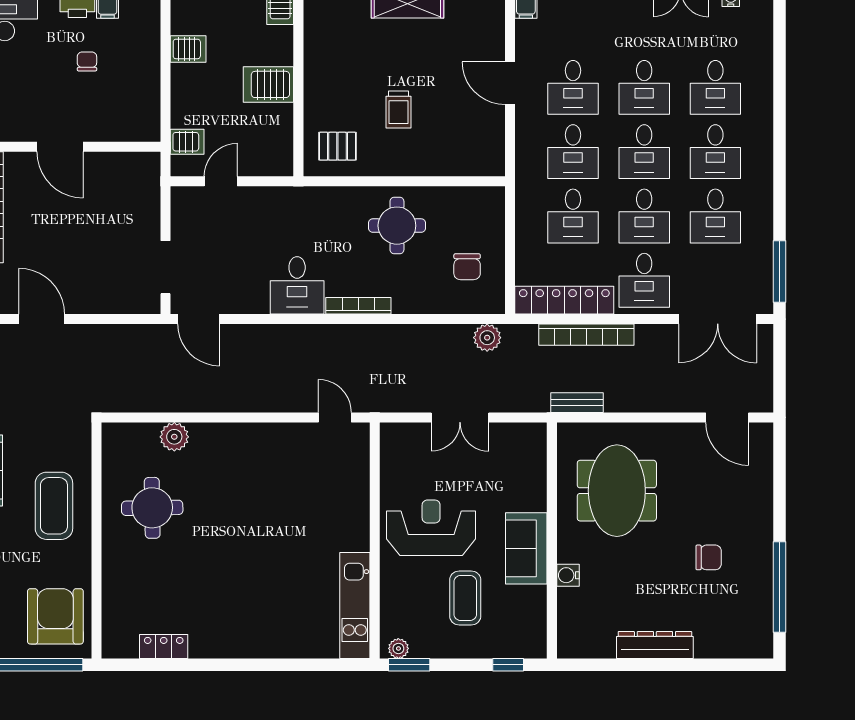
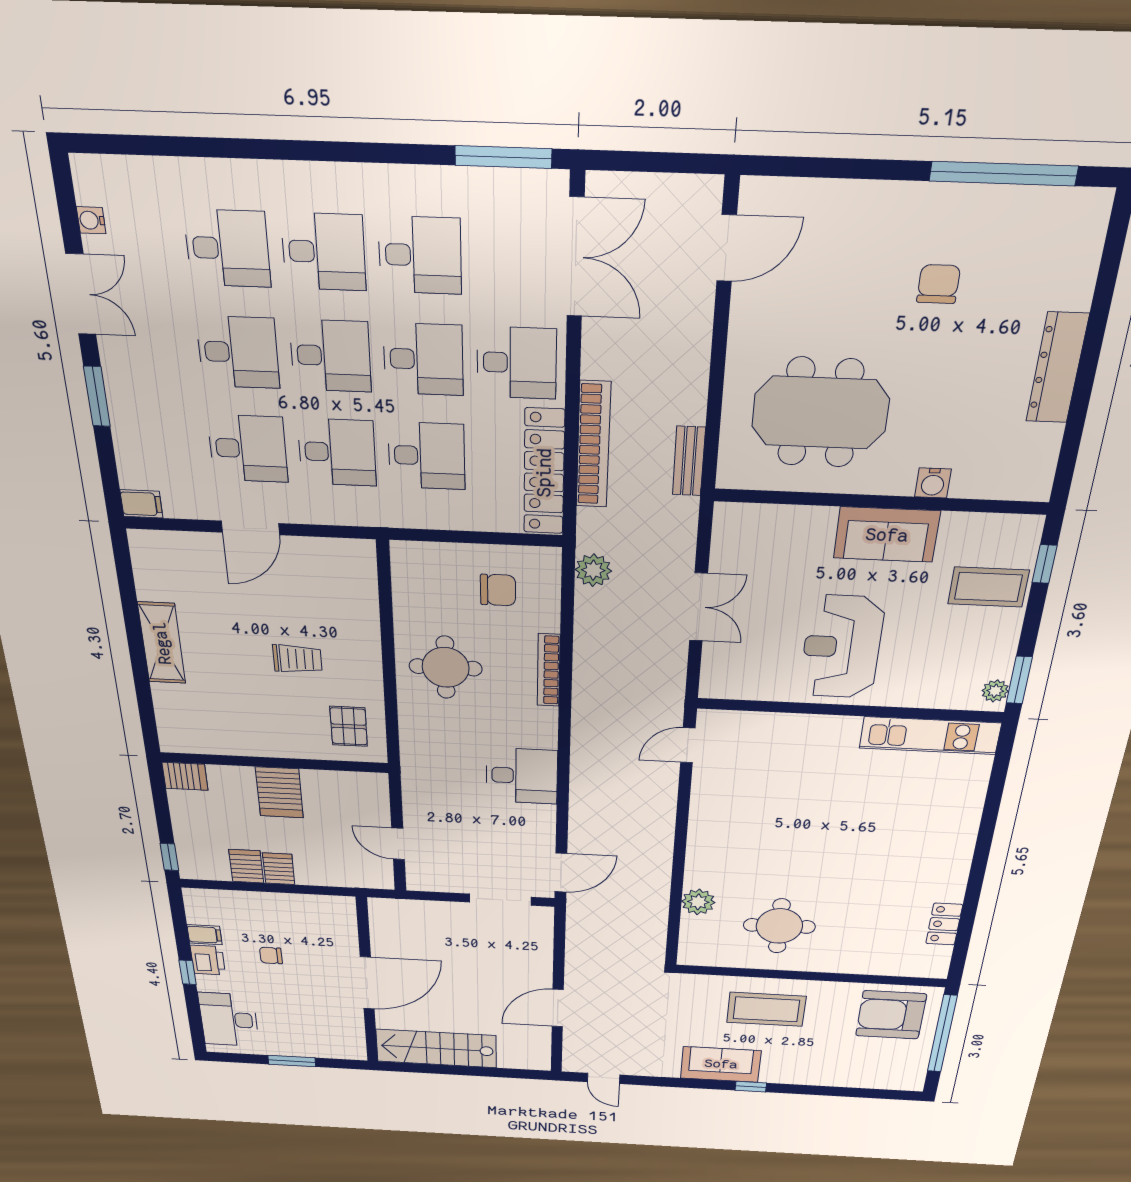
server rack: (187, 142) -> (279, 869), moved
door: (60, 147) -> (367, 983), width x1.36
bookcase: (358, 306) -> (549, 670), moved
coffee table: (465, 598) -> (988, 587), moved

